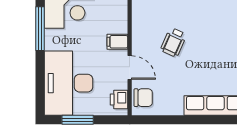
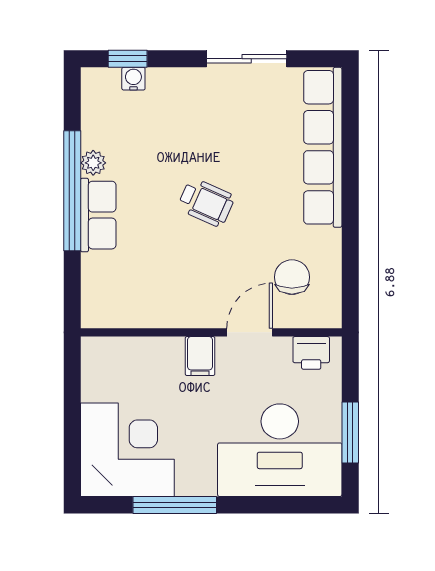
wheelchair: (174, 42) -> (206, 202), moved
chair: (143, 98) -> (292, 277), moved

